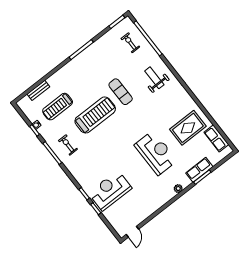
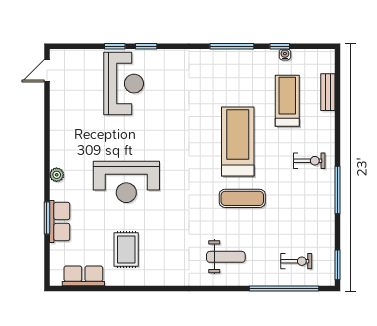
treadmill: (95, 115) -> (238, 141), turned 180
rug: (188, 128) -> (126, 249), width x0.73, depth x0.70
exercise bike: (68, 145) -> (309, 161), moved
door: (132, 232) -> (47, 71), hinge flipped

